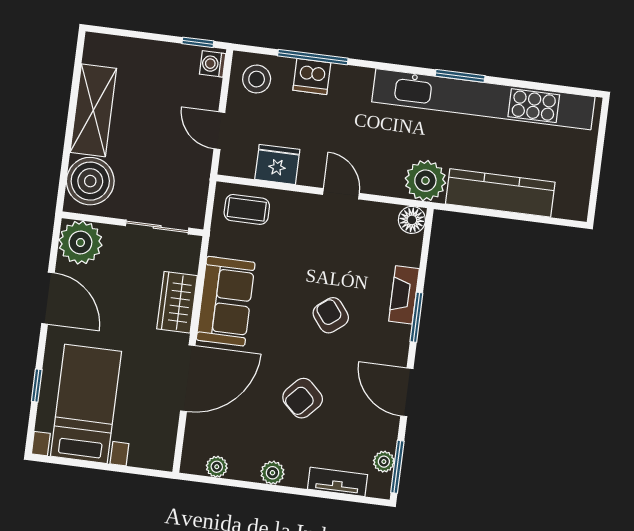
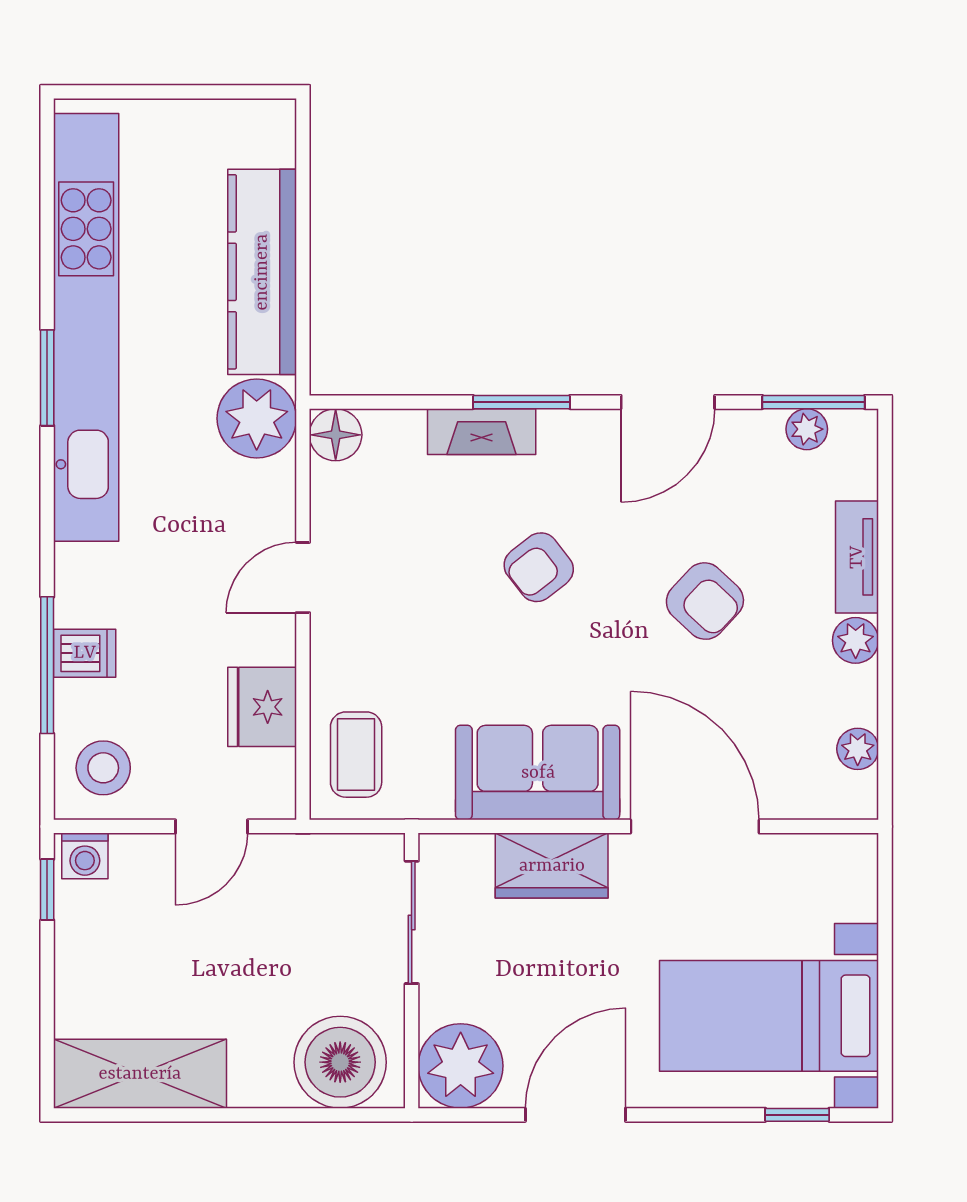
dishwasher: (312, 76) -> (85, 653), width x0.73
shelving: (93, 110) -> (140, 1074), moved
window: (37, 385) -> (797, 1115), moved
tv unit: (338, 482) -> (857, 557), moved

